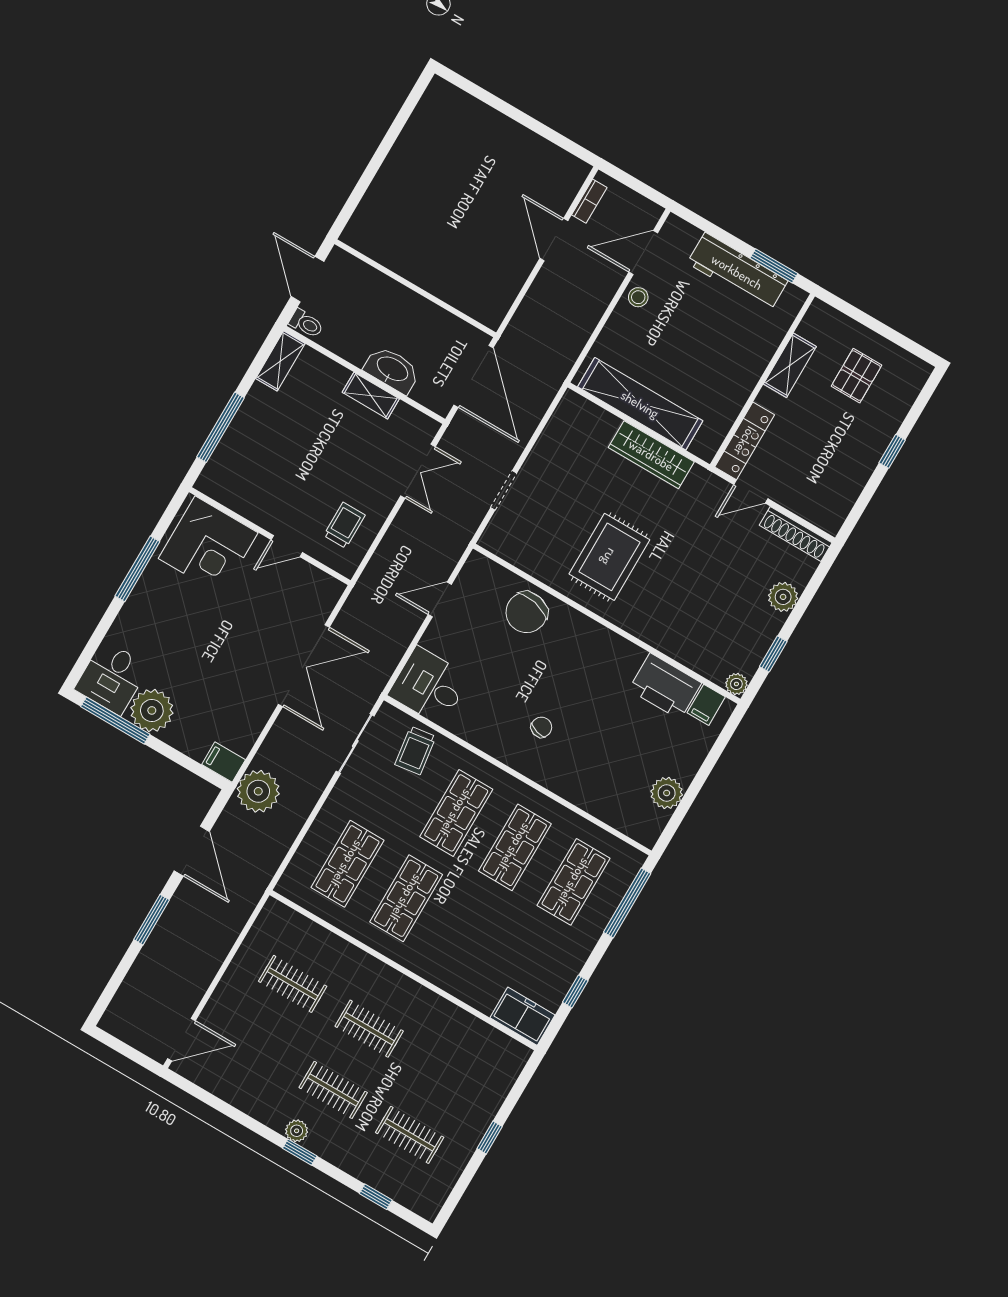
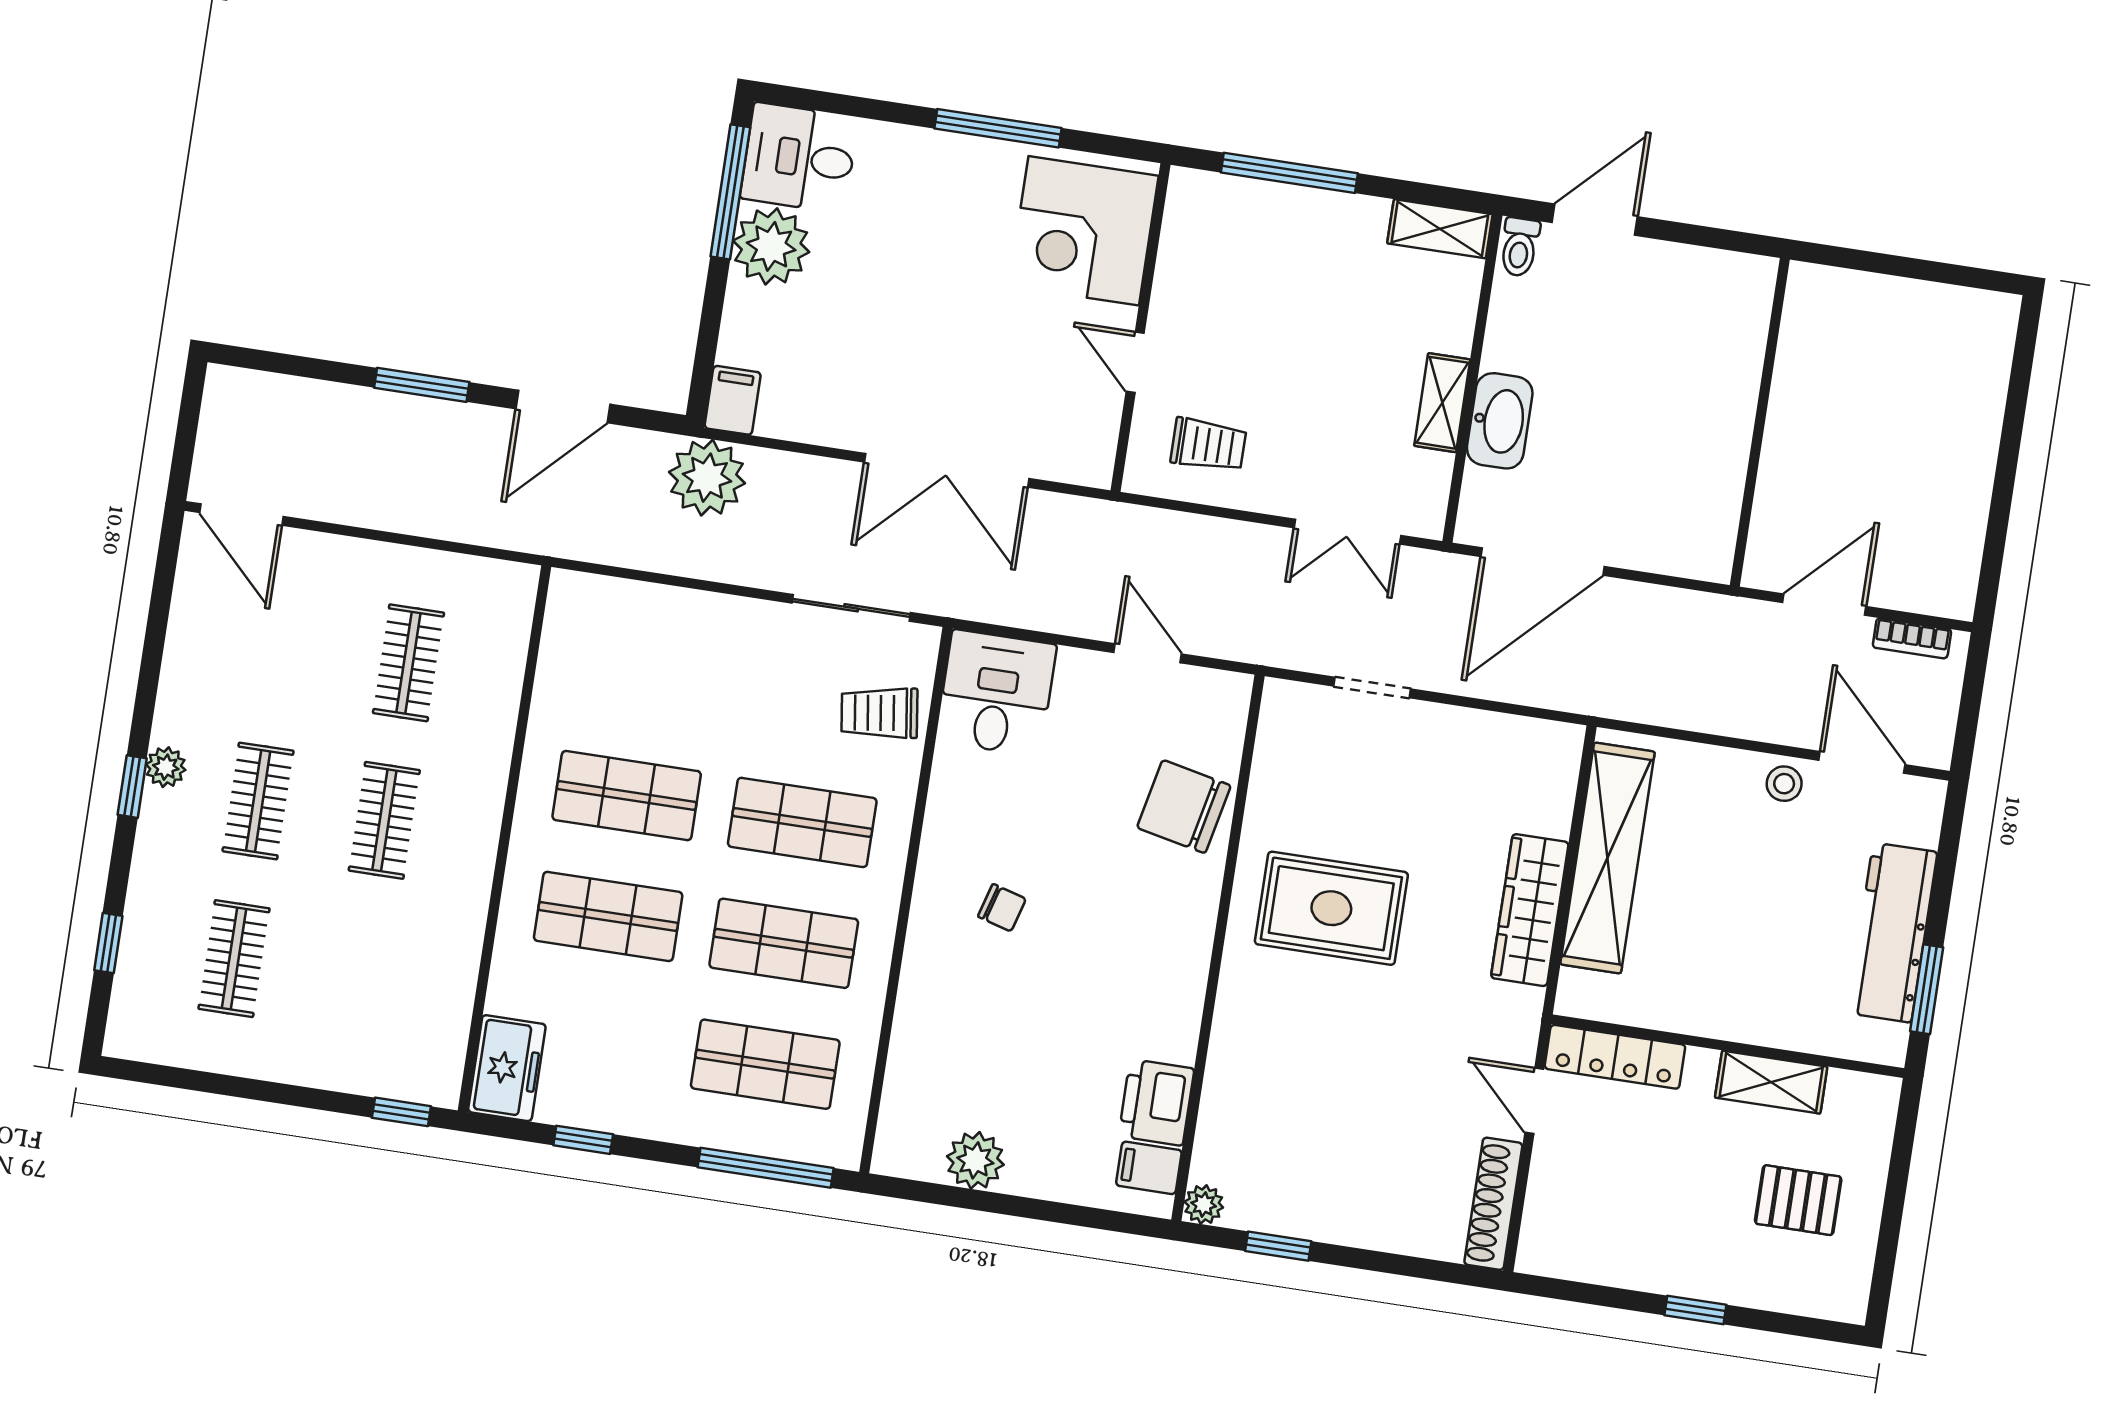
wall: (415, 288) -> (1760, 422), moved
plant: (783, 597) -> (1380, 1225), removed
printer: (665, 686) -> (1156, 1102), width x0.73, depth x0.84
shop shelf: (347, 864) -> (608, 916), moved
window: (490, 1138) -> (401, 1112), moved

